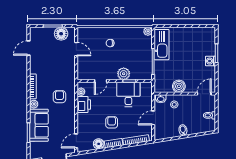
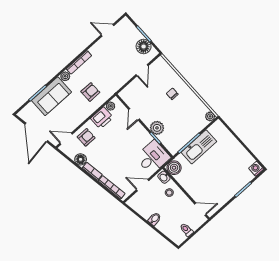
kitchen sink: (162, 45) -> (199, 147), moved
washing machine: (211, 61) -> (256, 169), moved
door: (101, 81) -> (134, 114), hinge flipped
boiler: (179, 86) -> (174, 168), moved
desk: (128, 94) -> (153, 157), moved
armchair: (112, 122) -> (86, 137), moved

